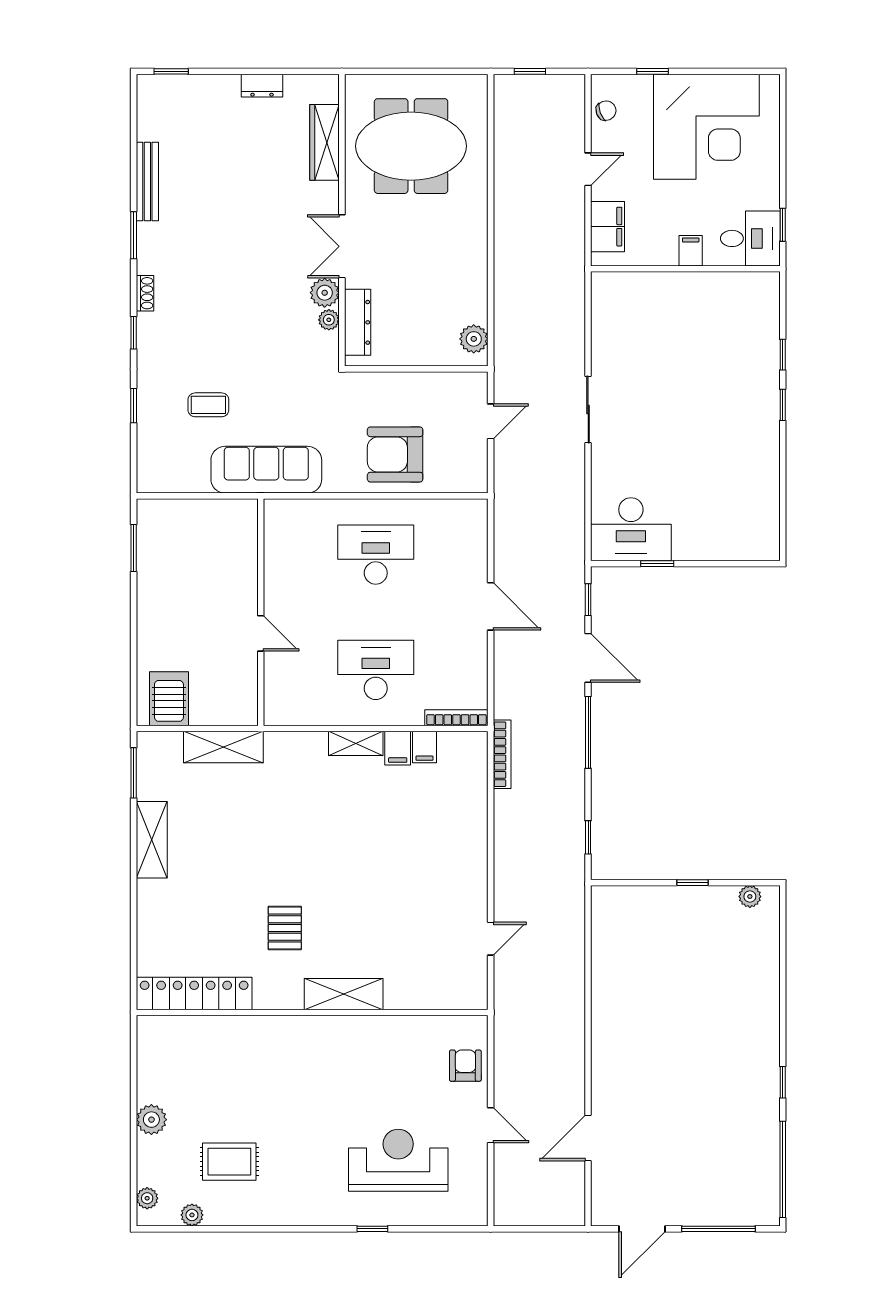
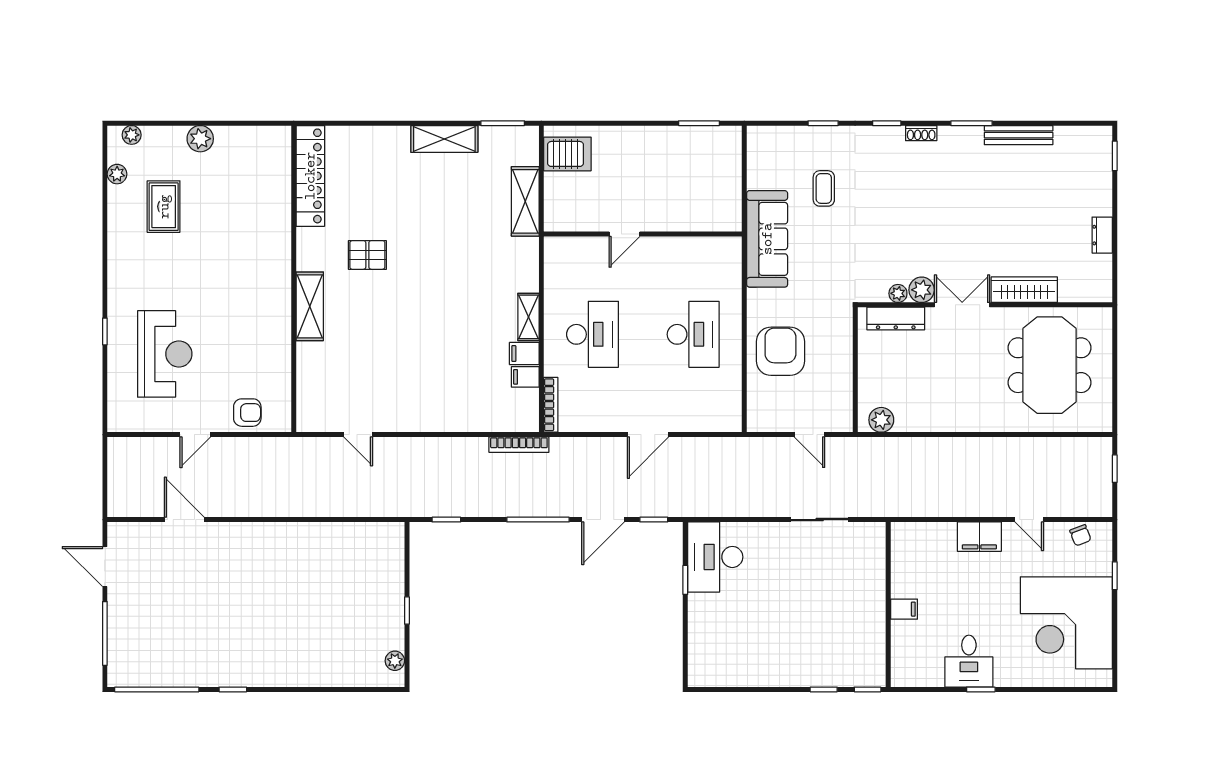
wardrobe: (325, 142) -> (1024, 290), moved
filing cabinet: (691, 251) -> (904, 609), moved
wall: (685, 269) -> (888, 604), moved

